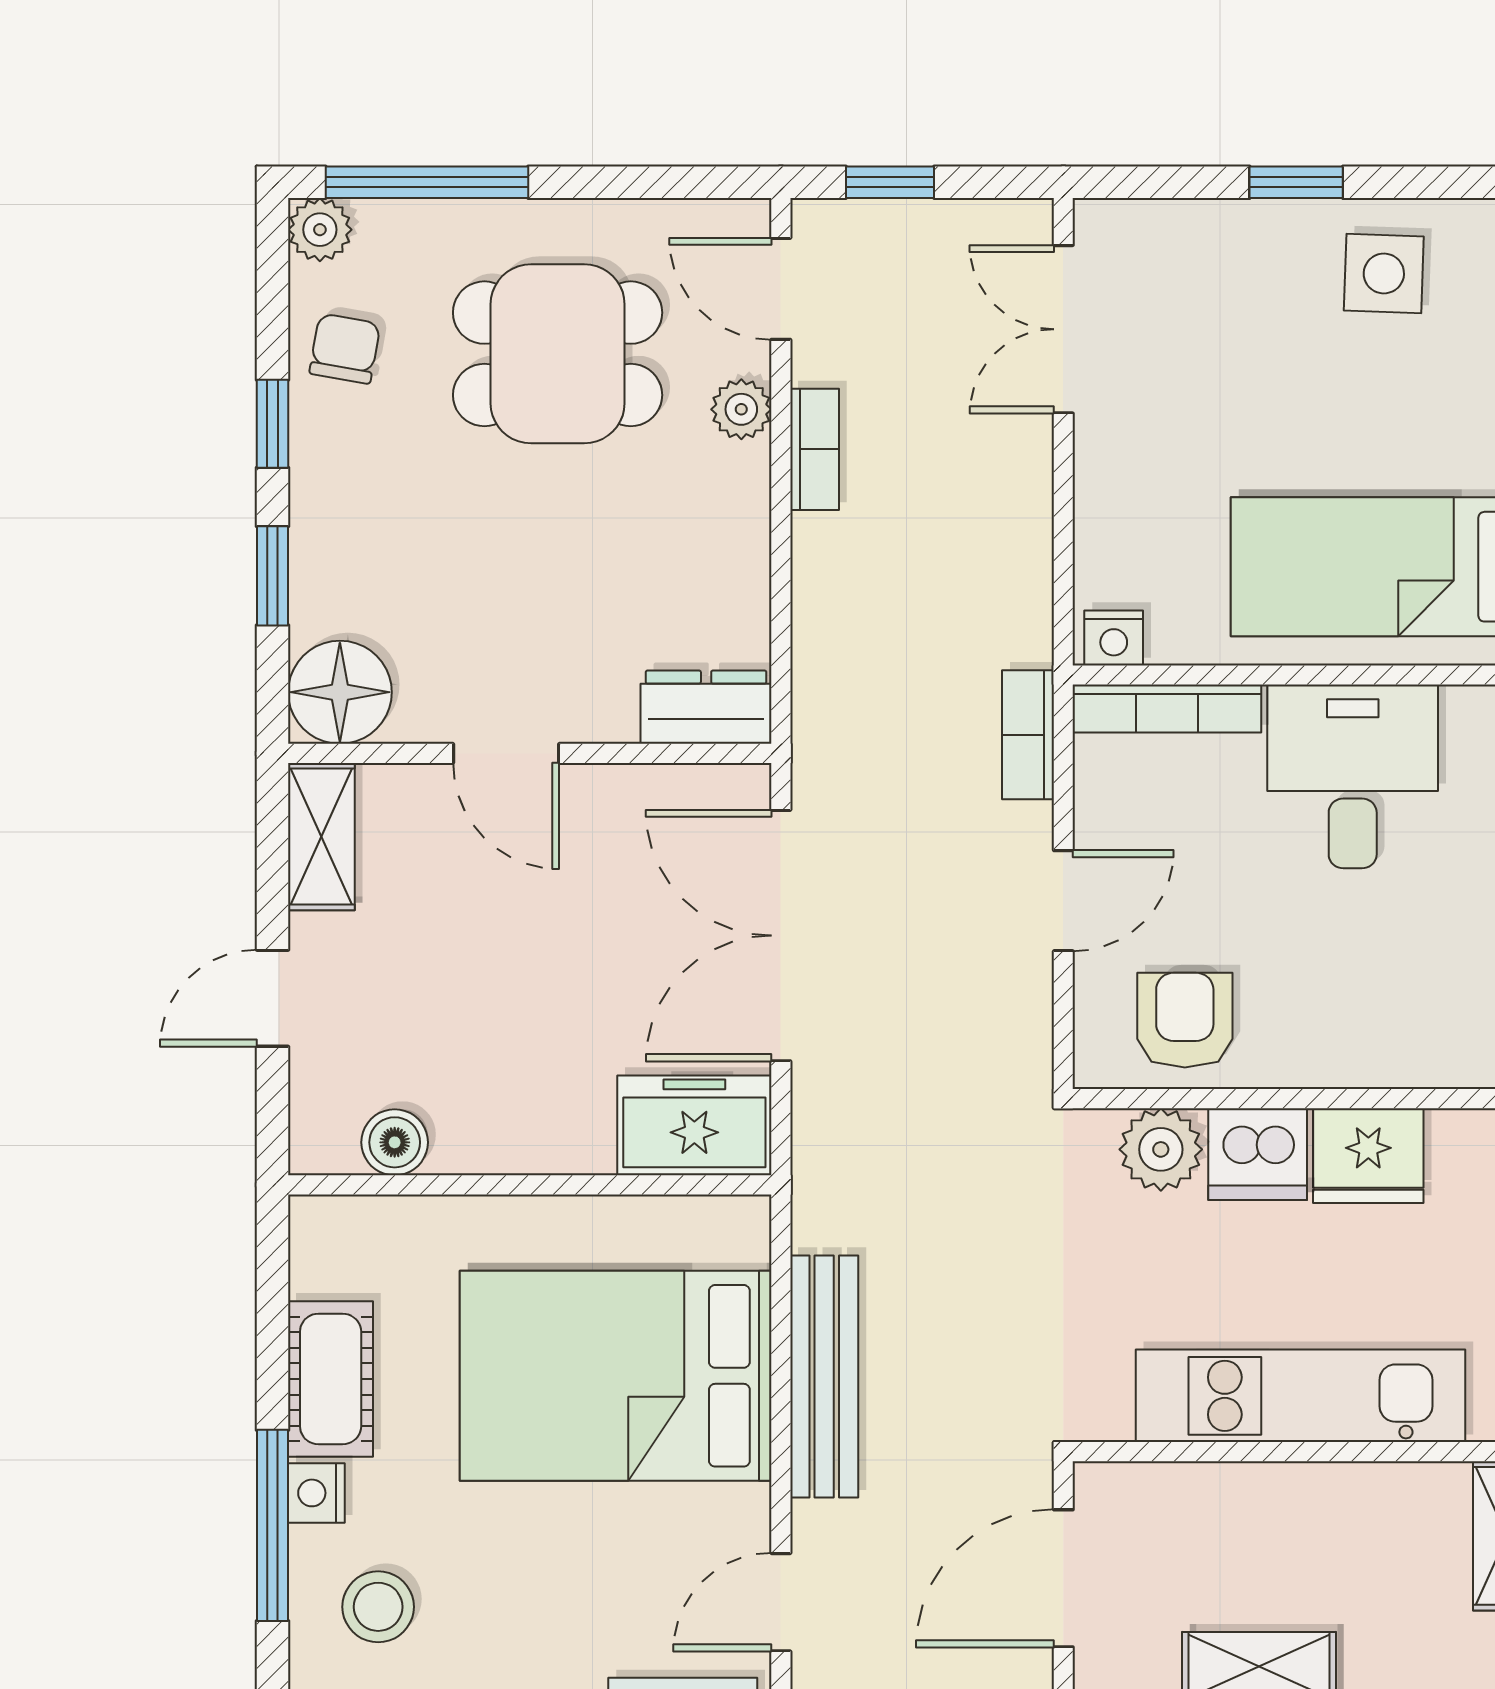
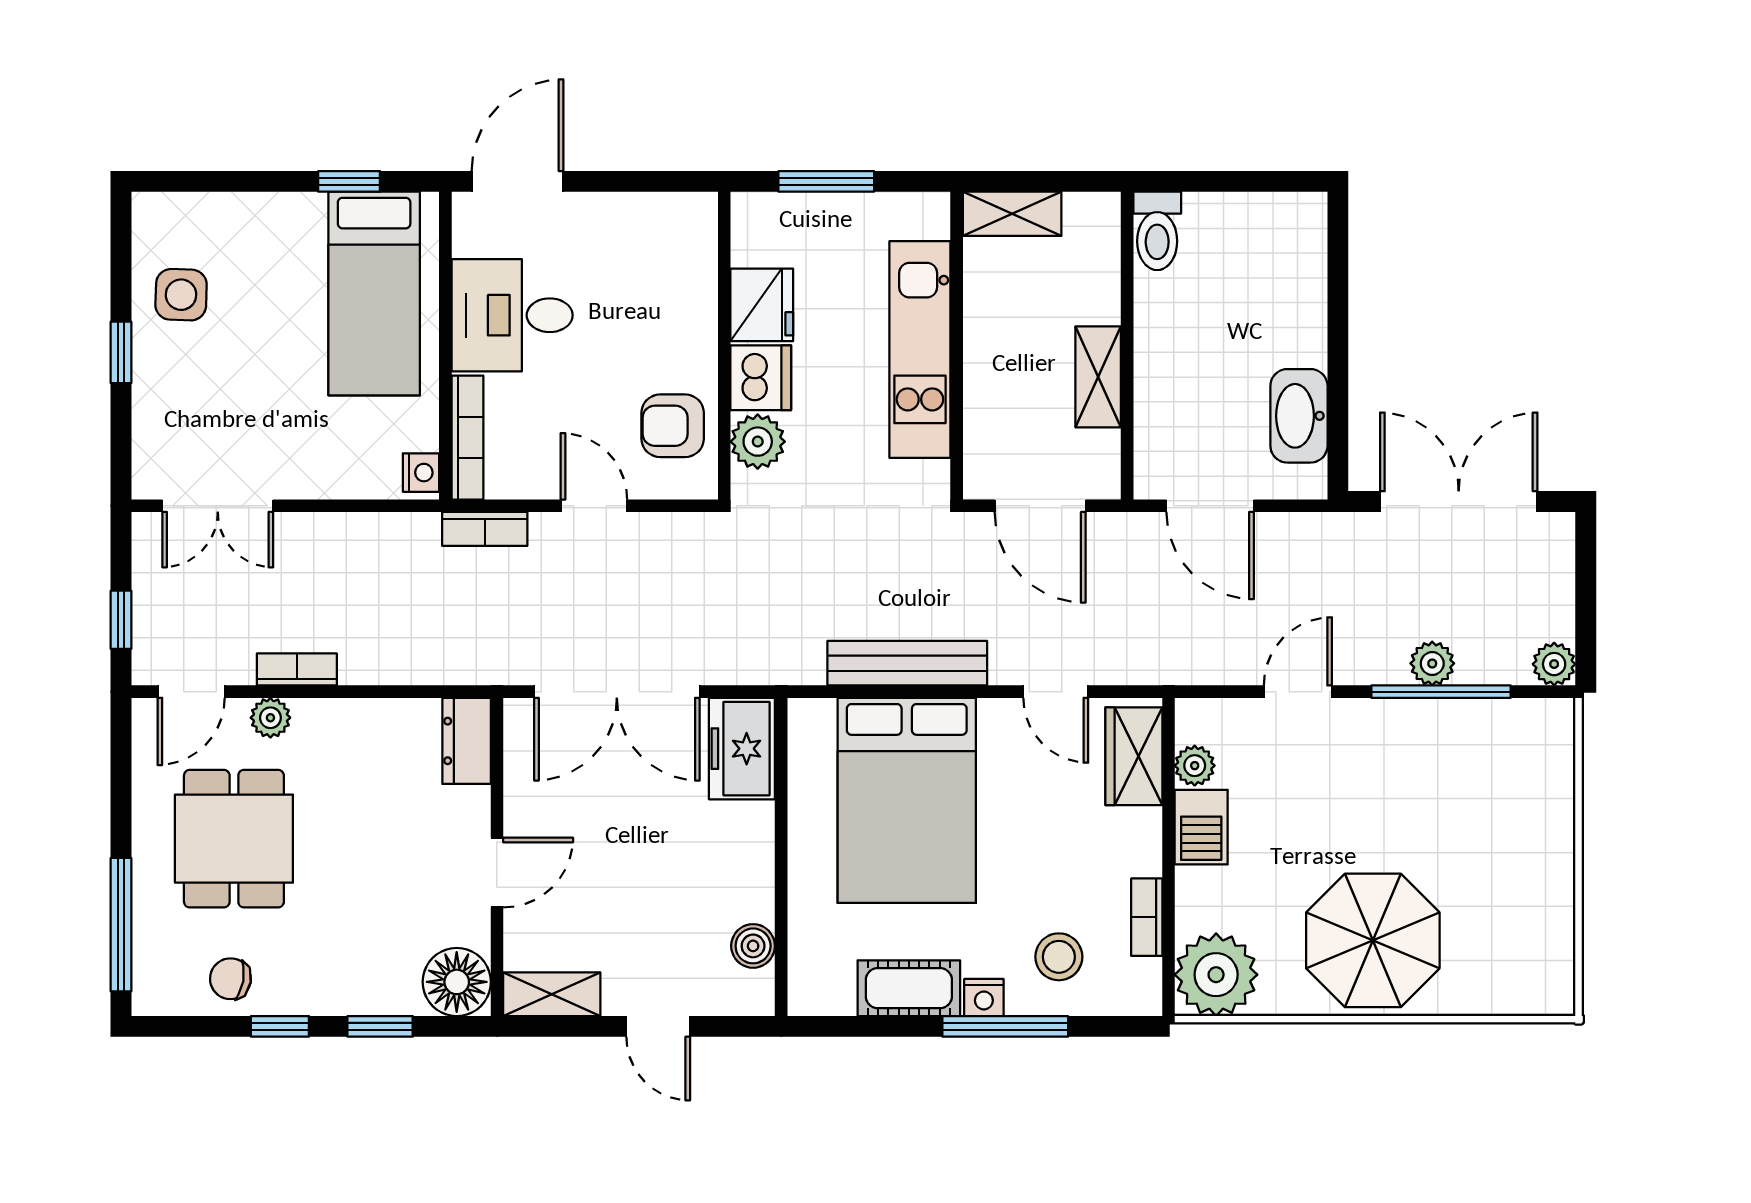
plant: (320, 230) -> (152, 995), removed

